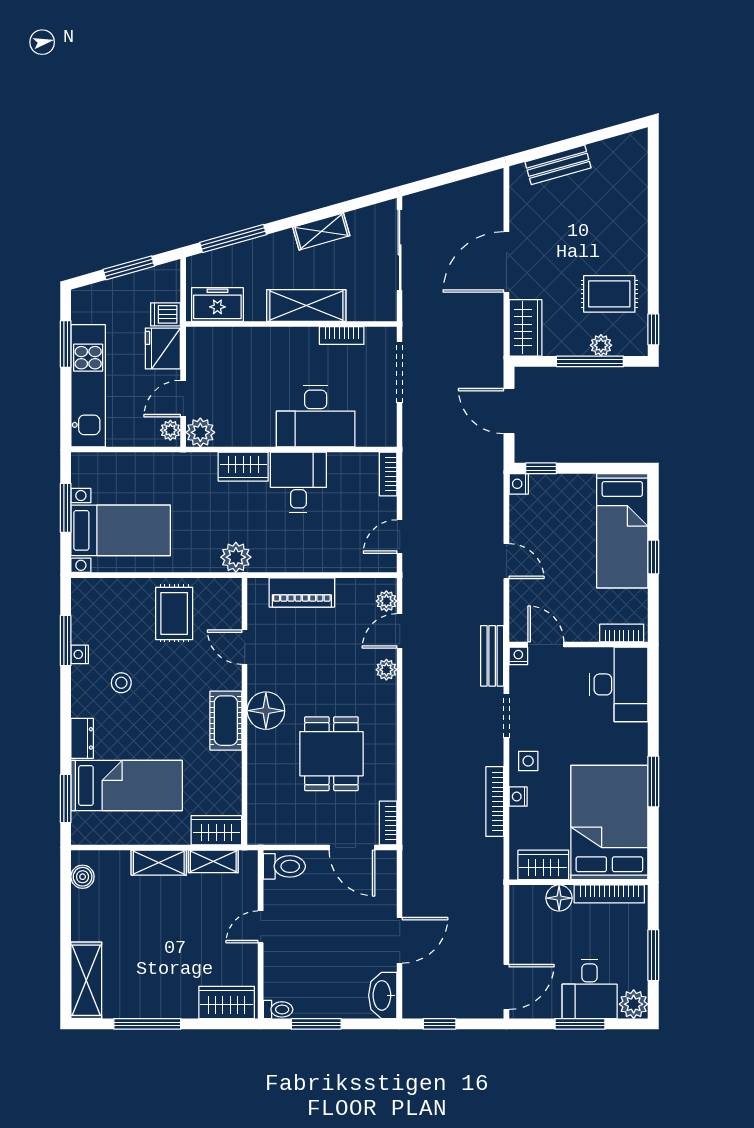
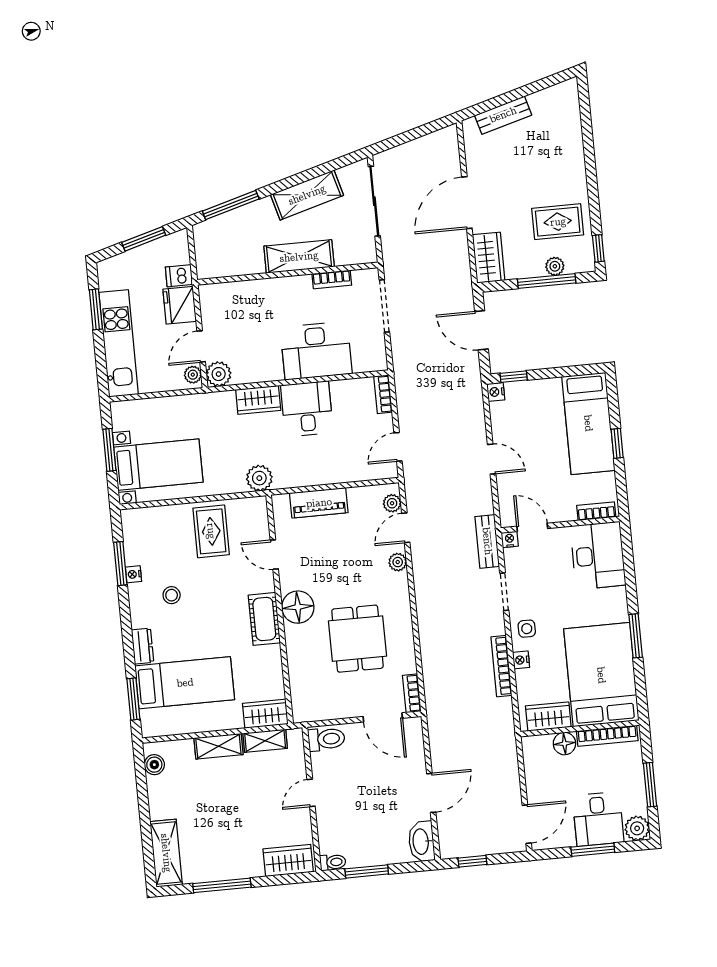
shelving: (321, 231) -> (307, 195), width x1.50, depth x1.33
freezer: (217, 305) -> (223, 263), removed

